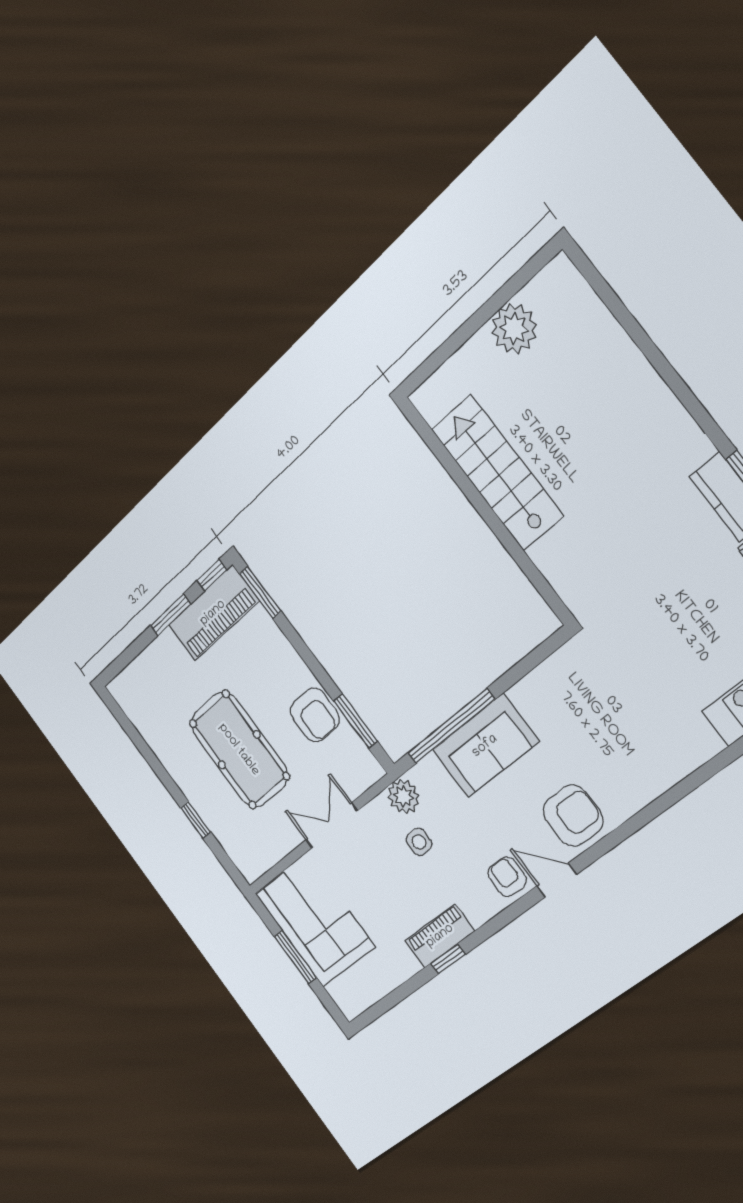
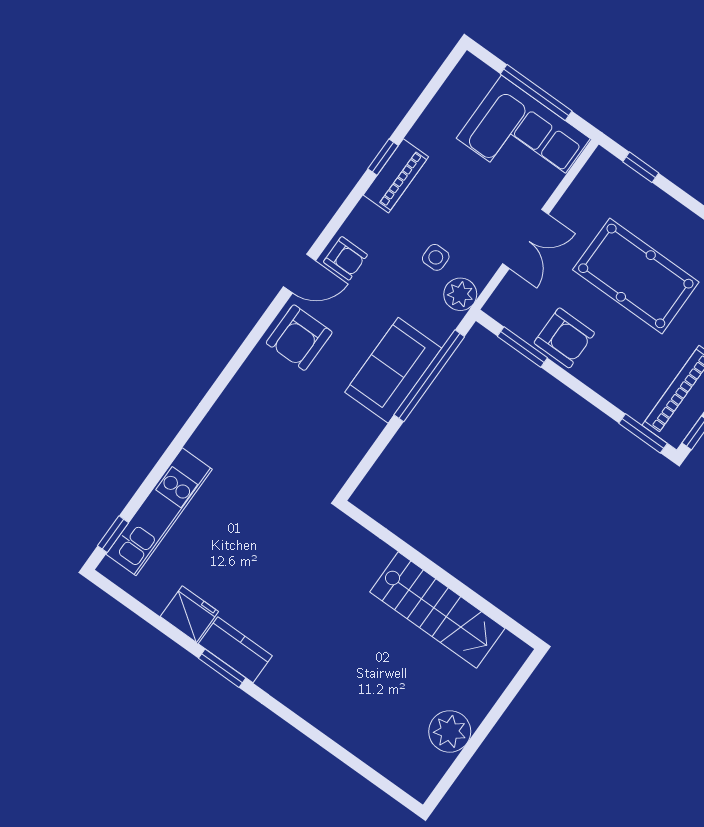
armchair: (315, 715) -> (564, 338), turned 180
window: (196, 820) -> (641, 167), moved
window: (295, 957) -> (536, 92), width x1.44

